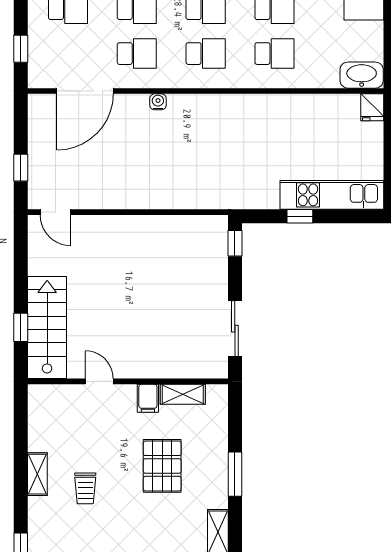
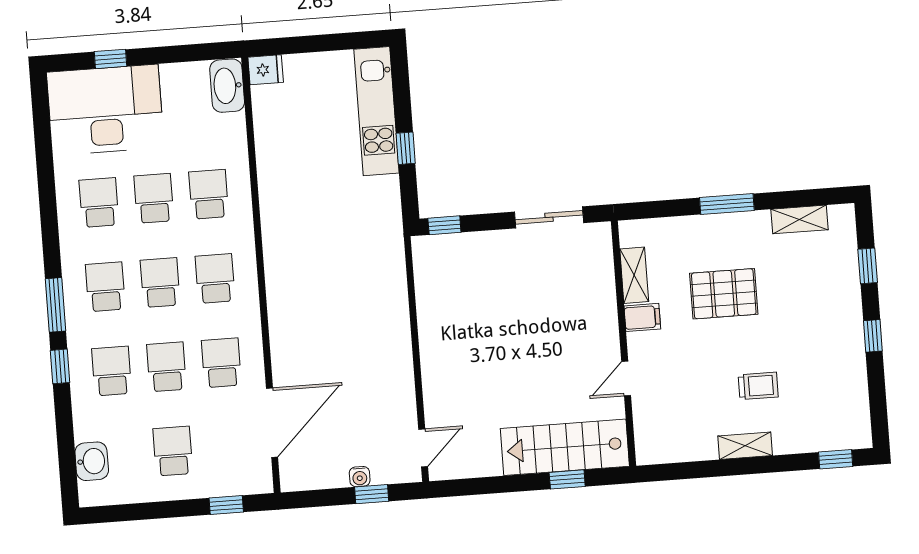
door: (85, 91) -> (272, 423), hinge flipped
water cooler: (158, 102) -> (360, 477), moved, turned -90

